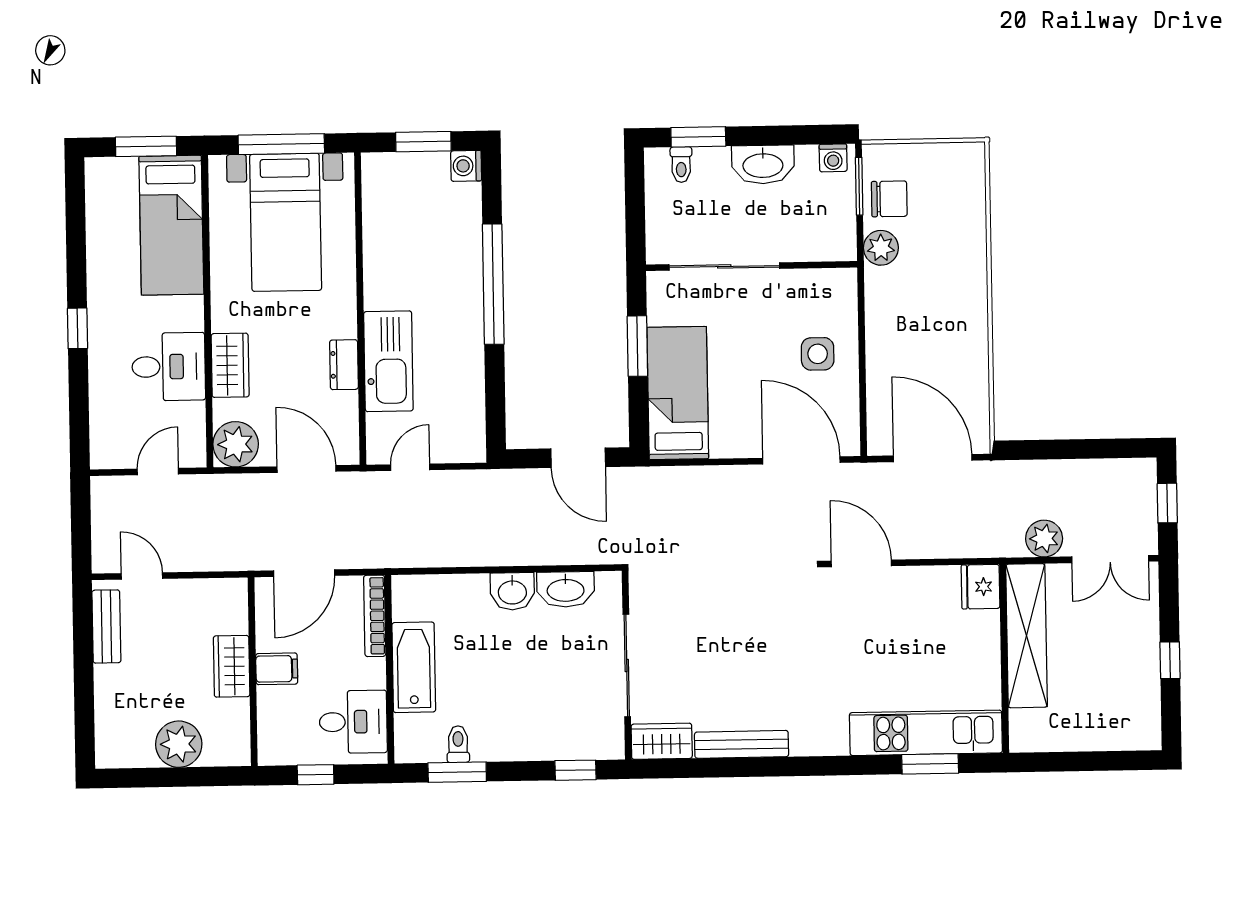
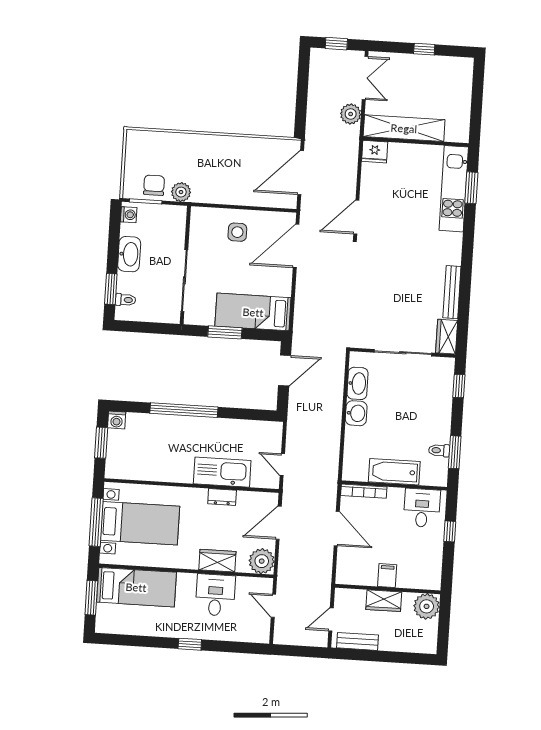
wardrobe: (232, 666) -> (384, 601), moved
filing cabinet: (277, 669) -> (387, 576), moved
wall: (253, 672) -> (388, 589), moved

